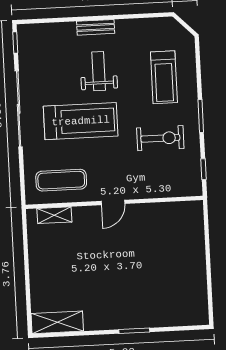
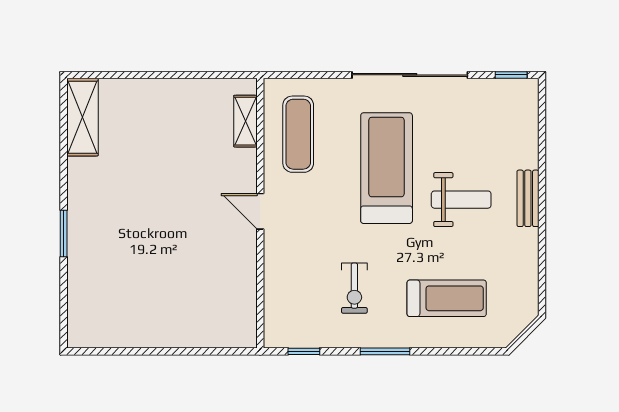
treadmill: (164, 77) -> (447, 298), turned 180
treadmill: (81, 121) -> (387, 168), turned 180
exercise bike: (160, 138) -> (354, 288), width x0.73, depth x0.72

